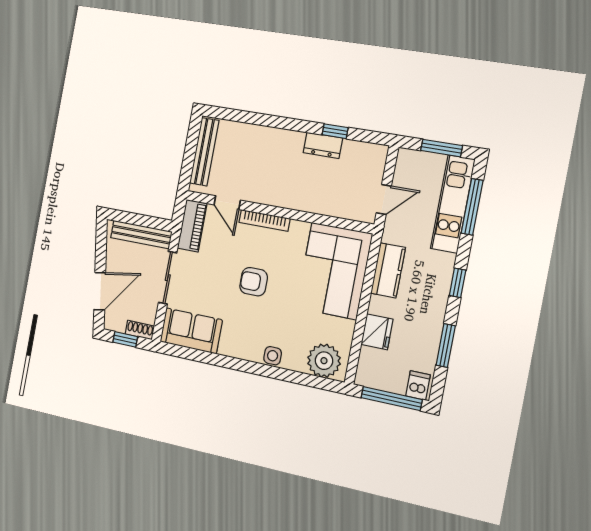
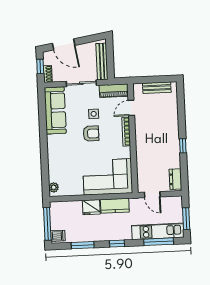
window: (335, 131) -> (183, 146), moved
dresser: (323, 145) -> (175, 179), moved
bench: (204, 152) -> (157, 88), width x0.73
armchair: (254, 282) -> (91, 134), turned 90
sofa: (191, 331) -> (55, 110), width x1.36
fridge: (377, 332) -> (91, 207), moved
side table: (273, 356) -> (94, 114), moved
plant: (324, 361) -> (54, 187), width x0.53, depth x0.53

